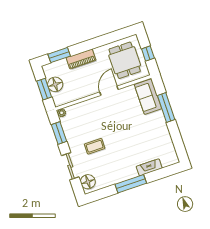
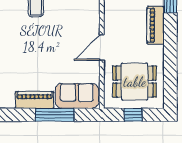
door: (109, 91) -> (102, 48), swing flipped
piano: (161, 125) -> (35, 100), added

